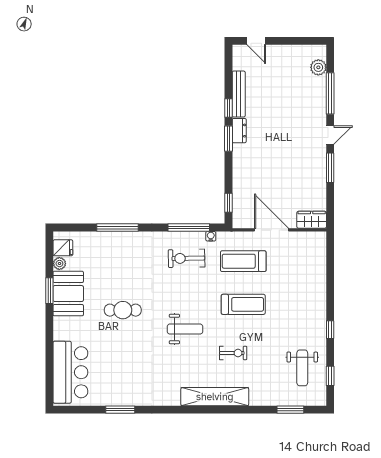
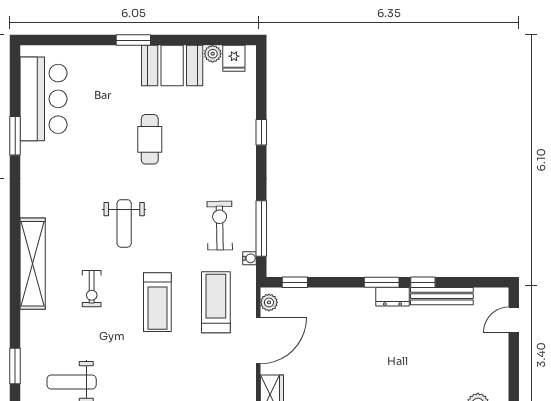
plant: (243, 222) -> (269, 302), added
window: (118, 228) -> (261, 132), width x0.46
window: (49, 291) -> (133, 40), moved
bar counter: (70, 372) -> (44, 99), moved, turned -90

